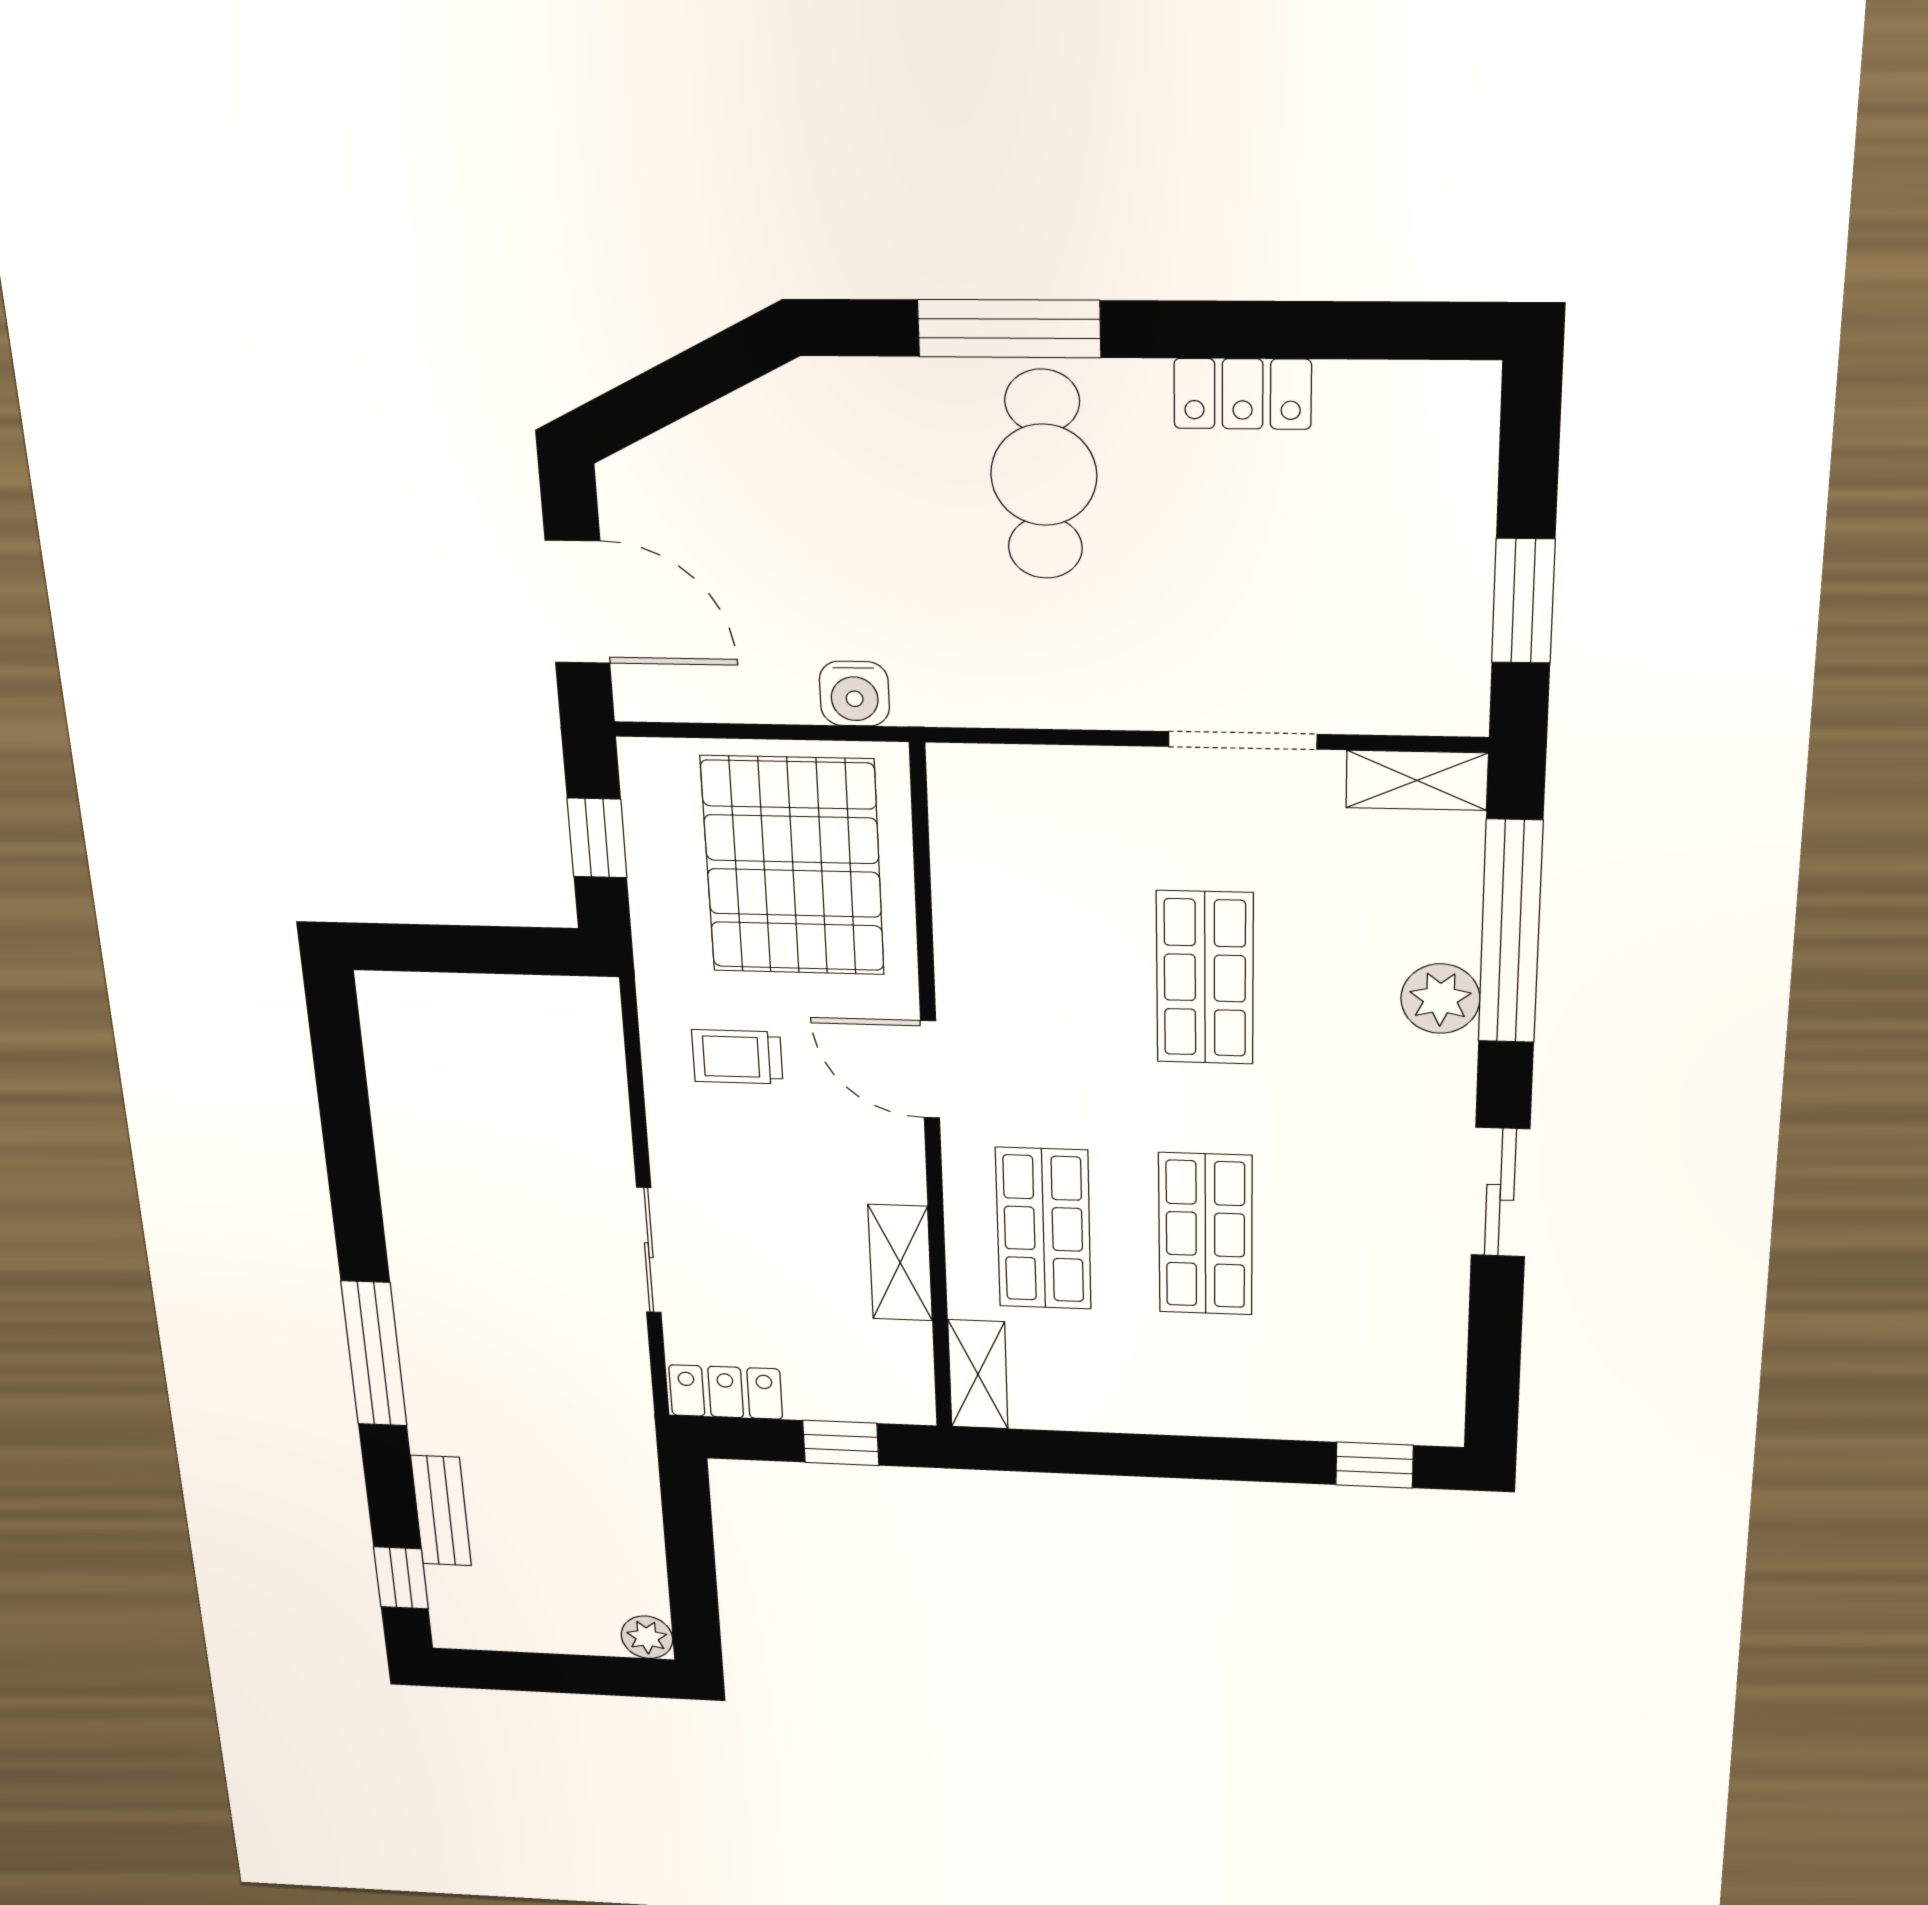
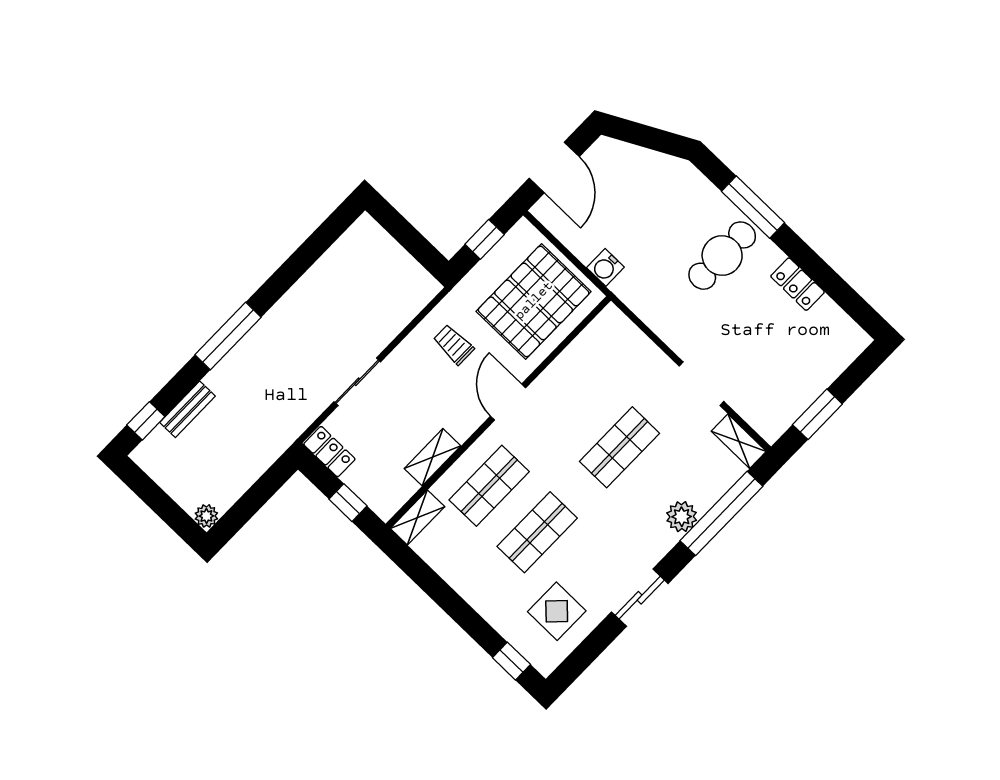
display table: (1372, 1329) -> (557, 611), added

